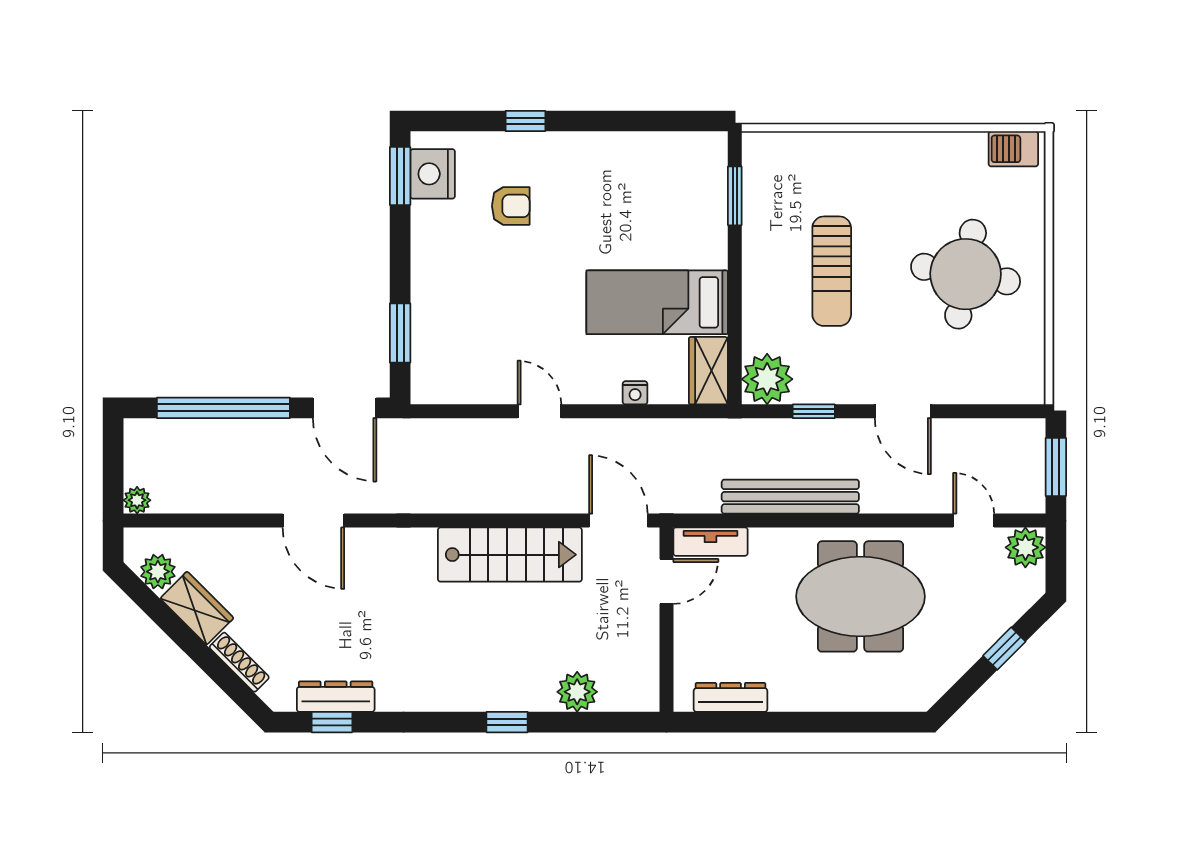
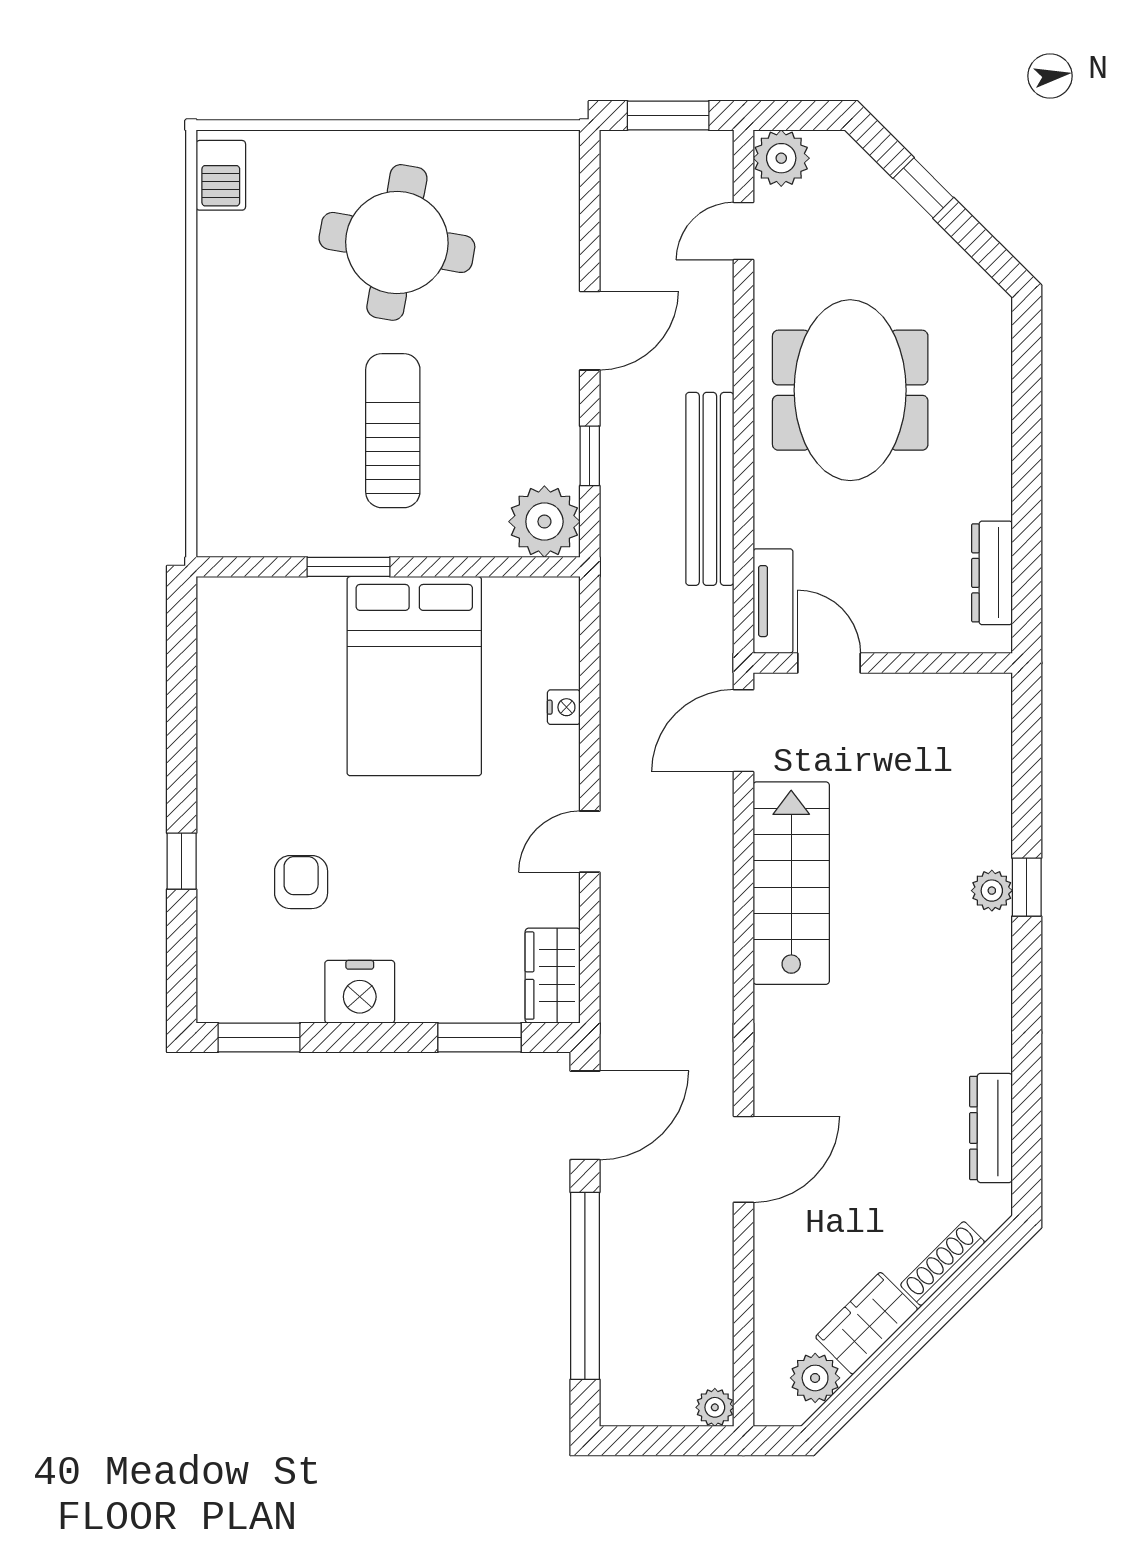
nightstand: (433, 174) -> (360, 992), moved
window: (735, 196) -> (348, 567), moved
sun lounger: (832, 271) -> (393, 431), turned -90
bed: (657, 302) -> (414, 676), width x1.50
wardrobe: (708, 371) -> (553, 976), moved, turned 90
plant: (577, 692) -> (992, 891), moved, width x0.73, depth x0.73
window: (332, 722) -> (1027, 1133), removed

